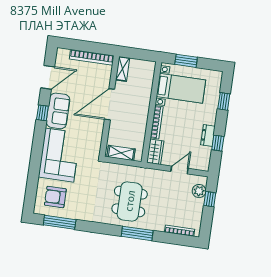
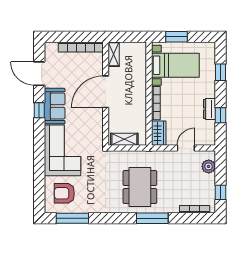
door: (48, 77) -> (39, 74), swing flipped
window: (210, 199) -> (220, 192), moved

